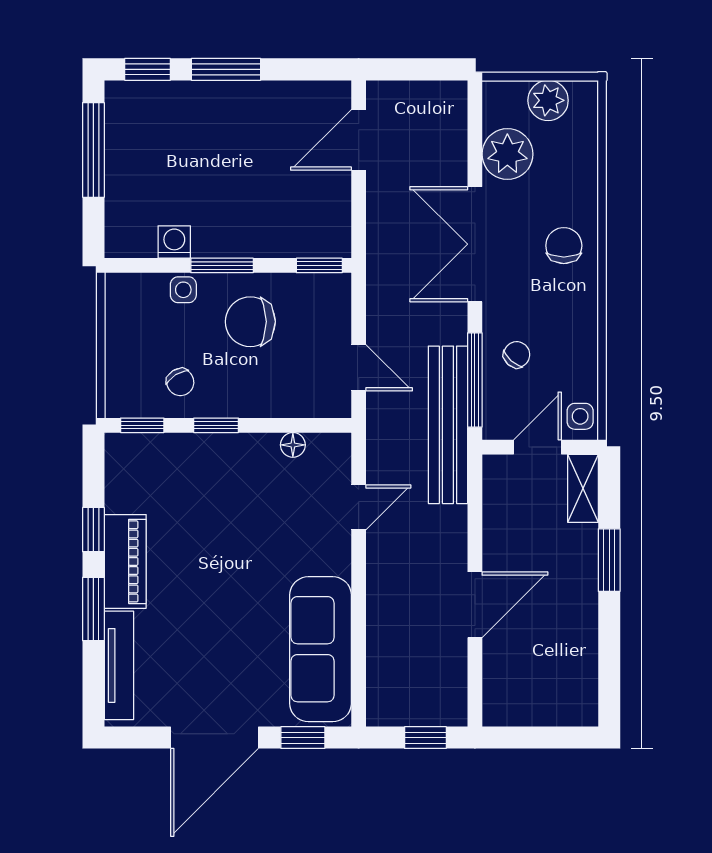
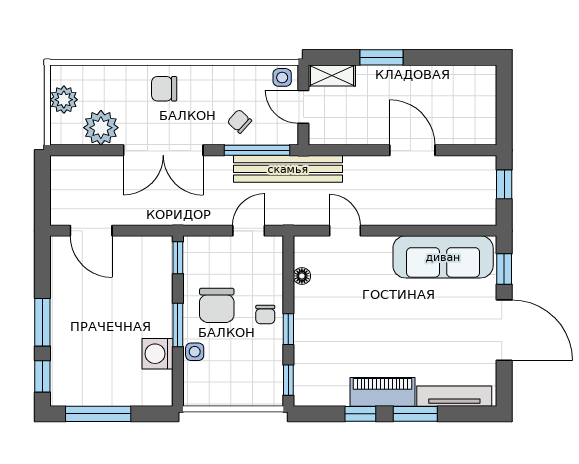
washing machine: (174, 242) -> (157, 354), width x1.38, depth x1.38
chair: (180, 382) -> (265, 315), moved, turned 122

